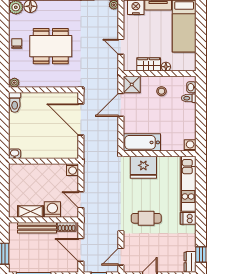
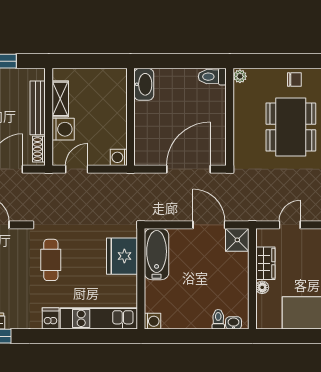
stool: (161, 91) -> (228, 281), removed
washbasin: (15, 154) -> (144, 84), width x1.91, depth x1.45

